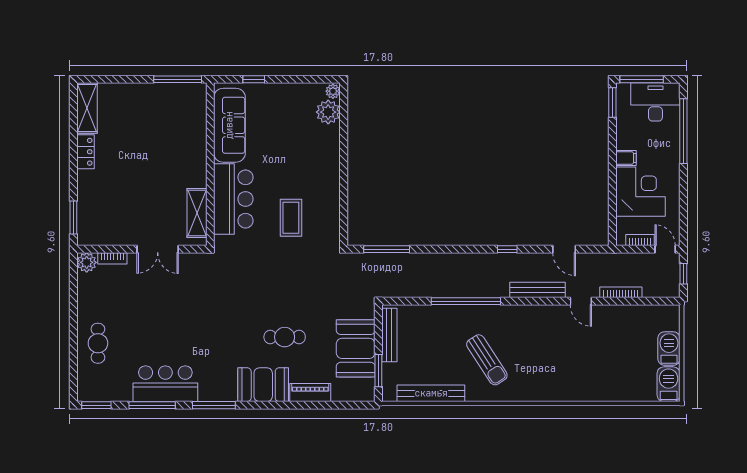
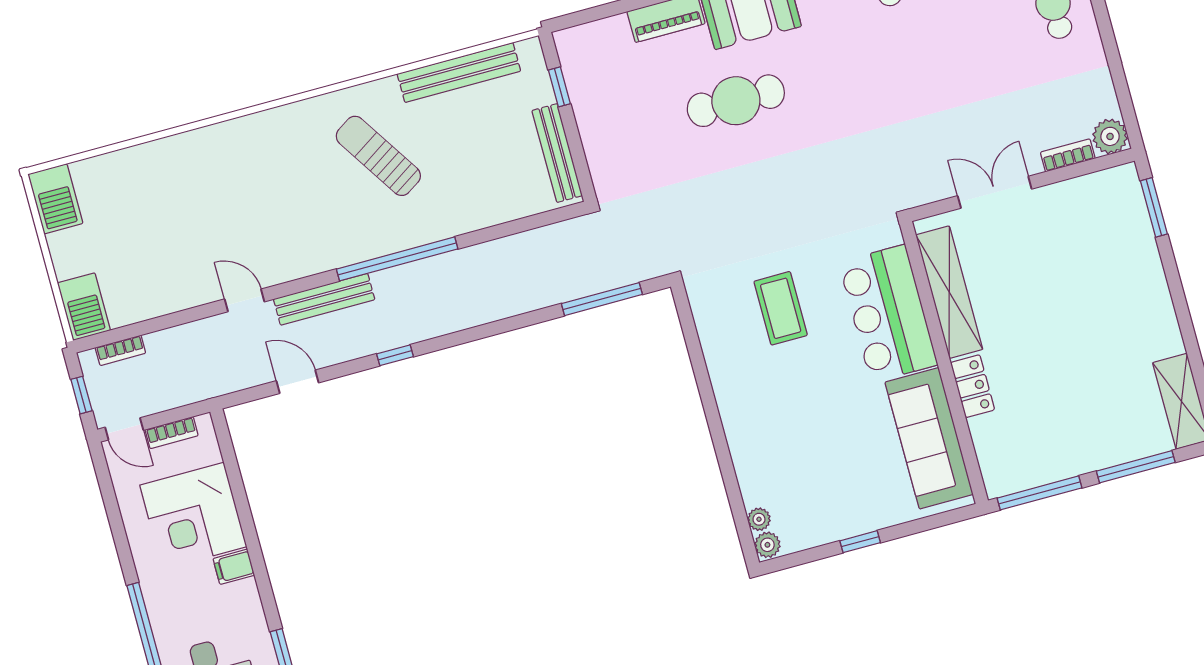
window: (121, 79) -> (1136, 467), added
window: (254, 79) -> (860, 542), moved
plant: (328, 112) -> (759, 519), width x0.53, depth x0.53
locker: (85, 152) -> (973, 386), moved, turned 180
shelving: (197, 213) -> (949, 292), width x1.47
bookcase: (621, 292) -> (120, 350), moved, width x0.64
window: (466, 301) -> (397, 259), moved
cafe table: (285, 337) -> (736, 101), width x1.37, depth x1.35
booth: (356, 348) -> (609, 114), removed
barbecue: (669, 349) -> (84, 307), moved
window: (378, 371) -> (559, 87), width x0.67

